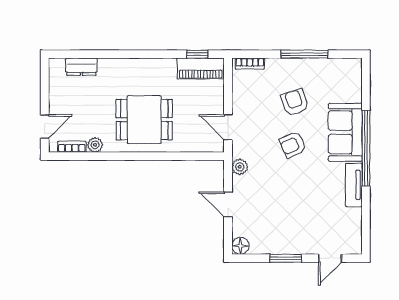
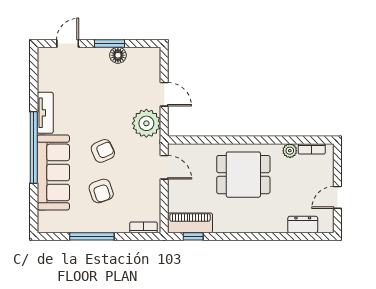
door: (45, 126) -> (337, 197), moved
sofa: (345, 132) -> (53, 172), width x1.36
plant: (240, 167) -> (146, 123), width x1.87, depth x1.87
floor lamp: (240, 246) -> (118, 55), moved

